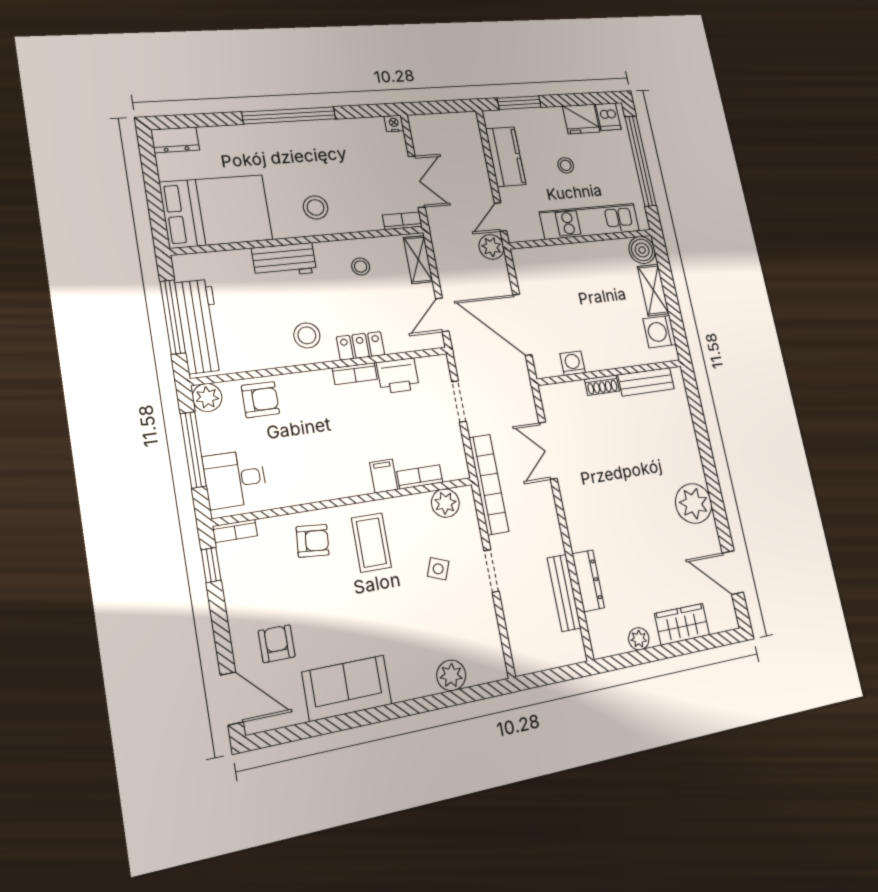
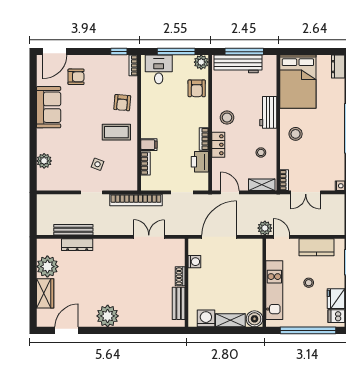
plant: (445, 503) -> (130, 175), removed
plant: (639, 639) -> (47, 267), width x1.87, depth x1.87

